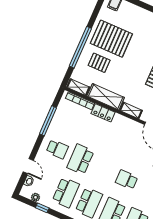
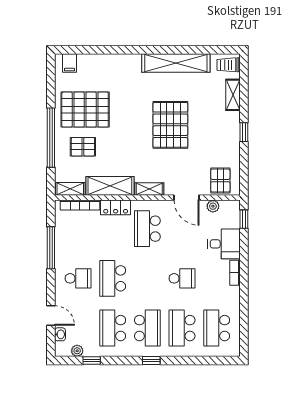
school desk: (118, 136) -> (147, 229), added
school desk: (127, 180) -> (182, 278), turned 180
school desk: (66, 192) -> (113, 328), turned 180

